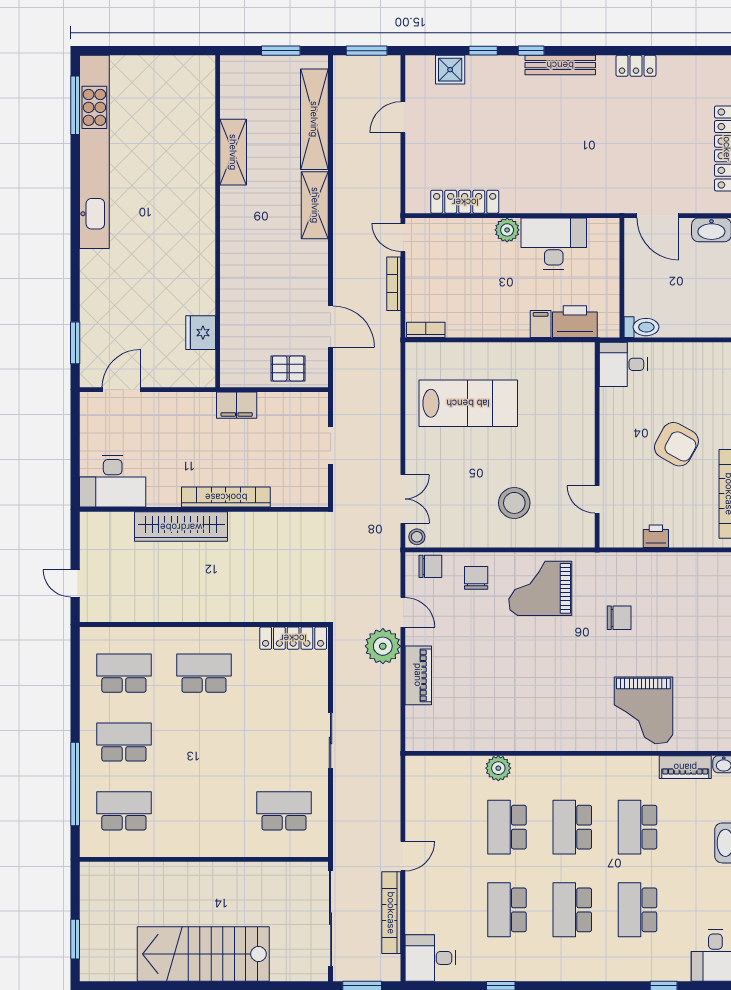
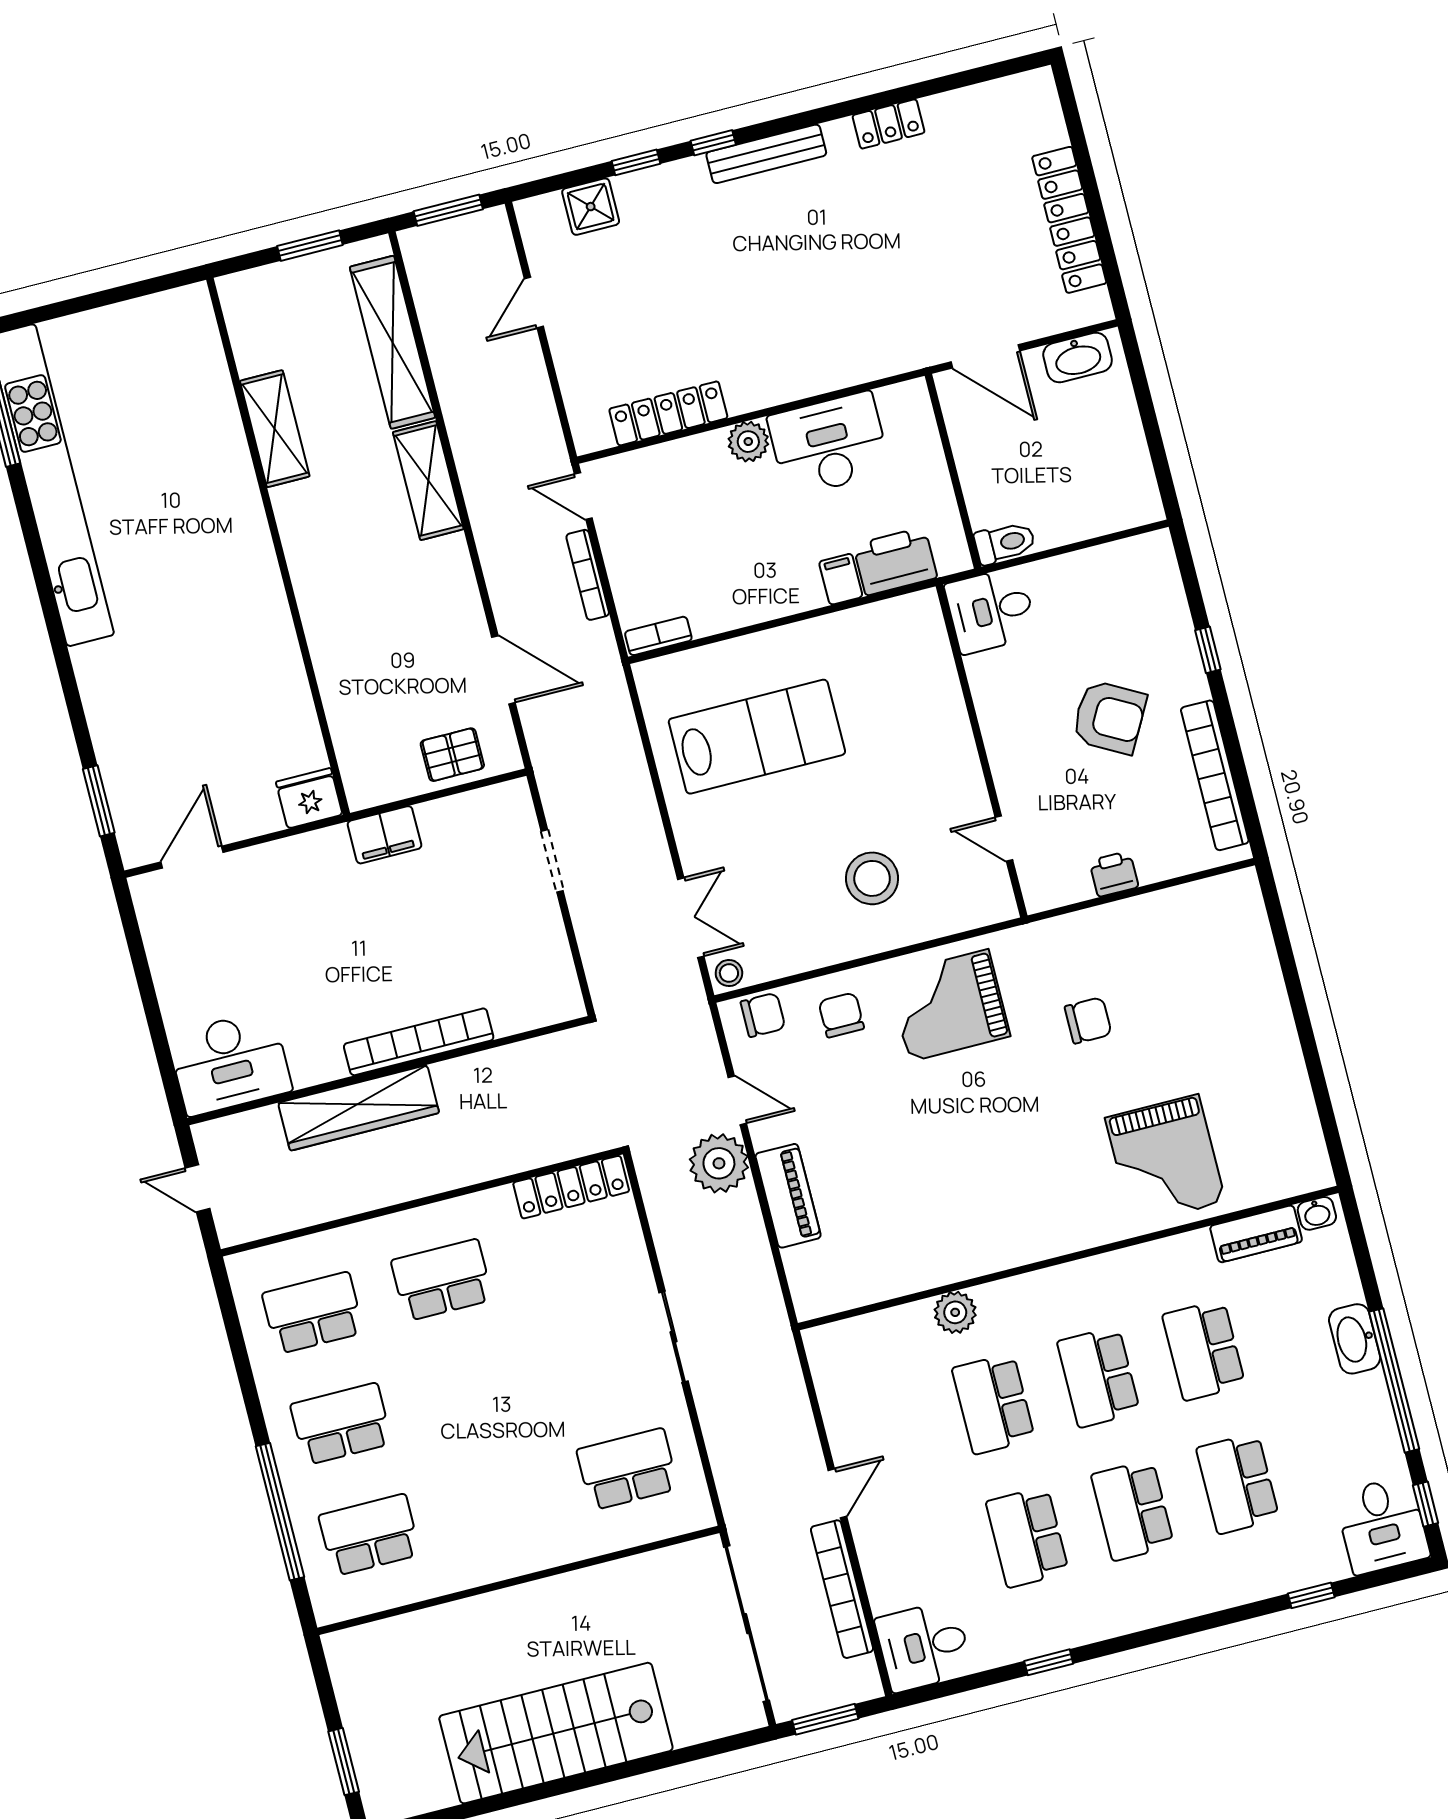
fridge: (201, 333) -> (309, 798), moved, turned 90
desk: (113, 481) -> (230, 1063), moved
bookcase: (226, 497) -> (419, 1042), moved
wall: (204, 509) -> (389, 1071), moved
wardrobe: (181, 527) -> (359, 1108), moved

